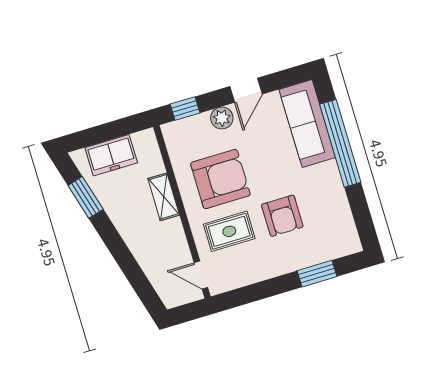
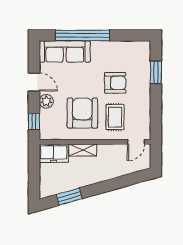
freezer: (111, 155) -> (54, 153), moved, turned 90

